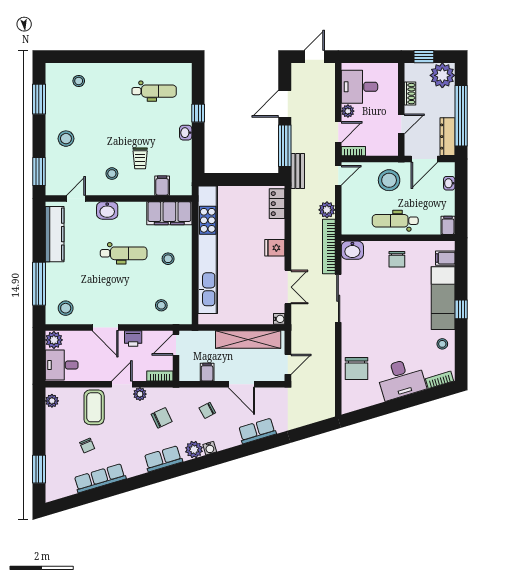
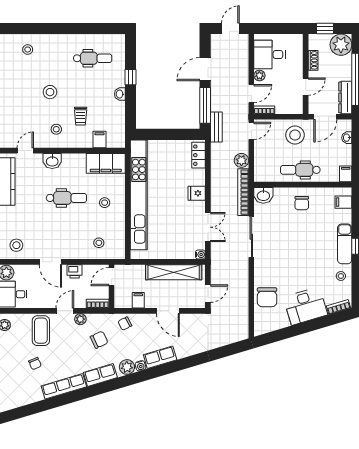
stool: (66, 139) -> (50, 92), moved
exam couch: (443, 298) -> (345, 244), width x0.73, depth x0.69
chair: (207, 410) -> (125, 324), moved
row of seats: (257, 431) -> (160, 357), moved
row of seats: (100, 478) -> (64, 386), moved

